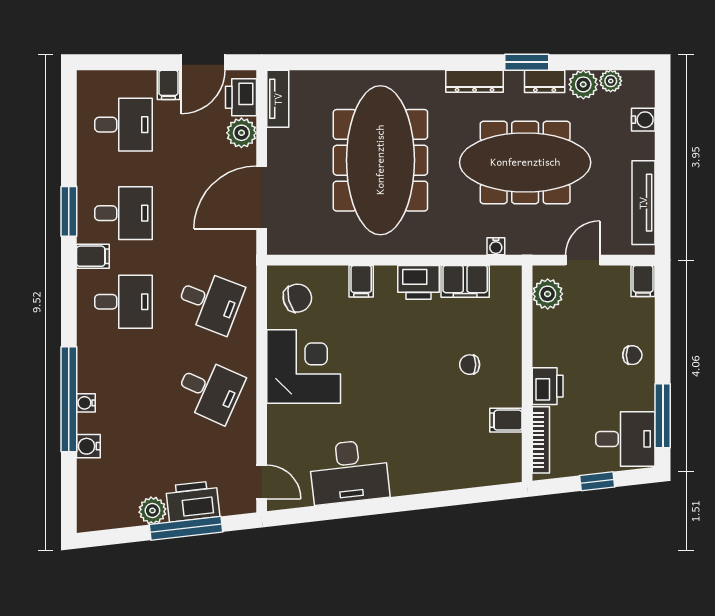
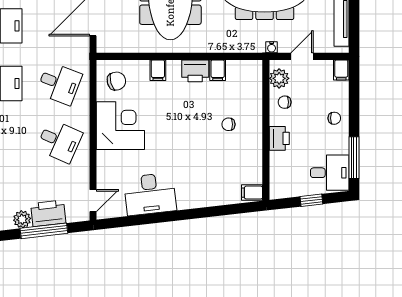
water cooler: (496, 246) -> (272, 47), moved
filing cabinet: (465, 281) -> (218, 70), width x0.50
chair: (556, 331) -> (285, 102), added
filing cabinet: (506, 420) -> (252, 193), moved
bookcase: (541, 440) -> (275, 173), removed
door: (262, 482) -> (93, 201), hinge flipped

